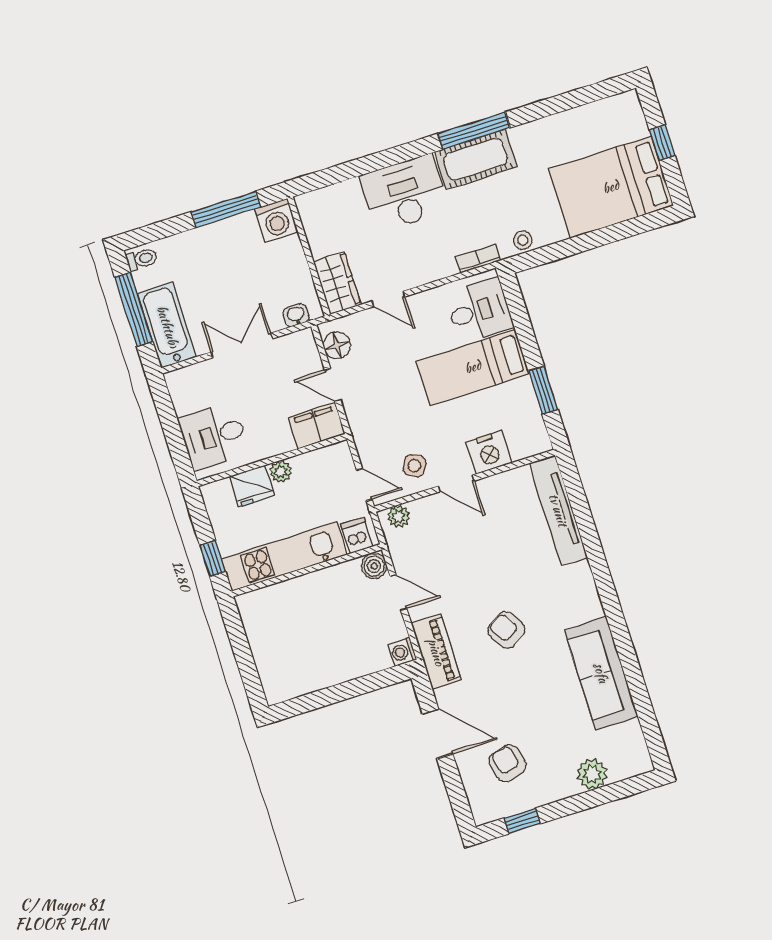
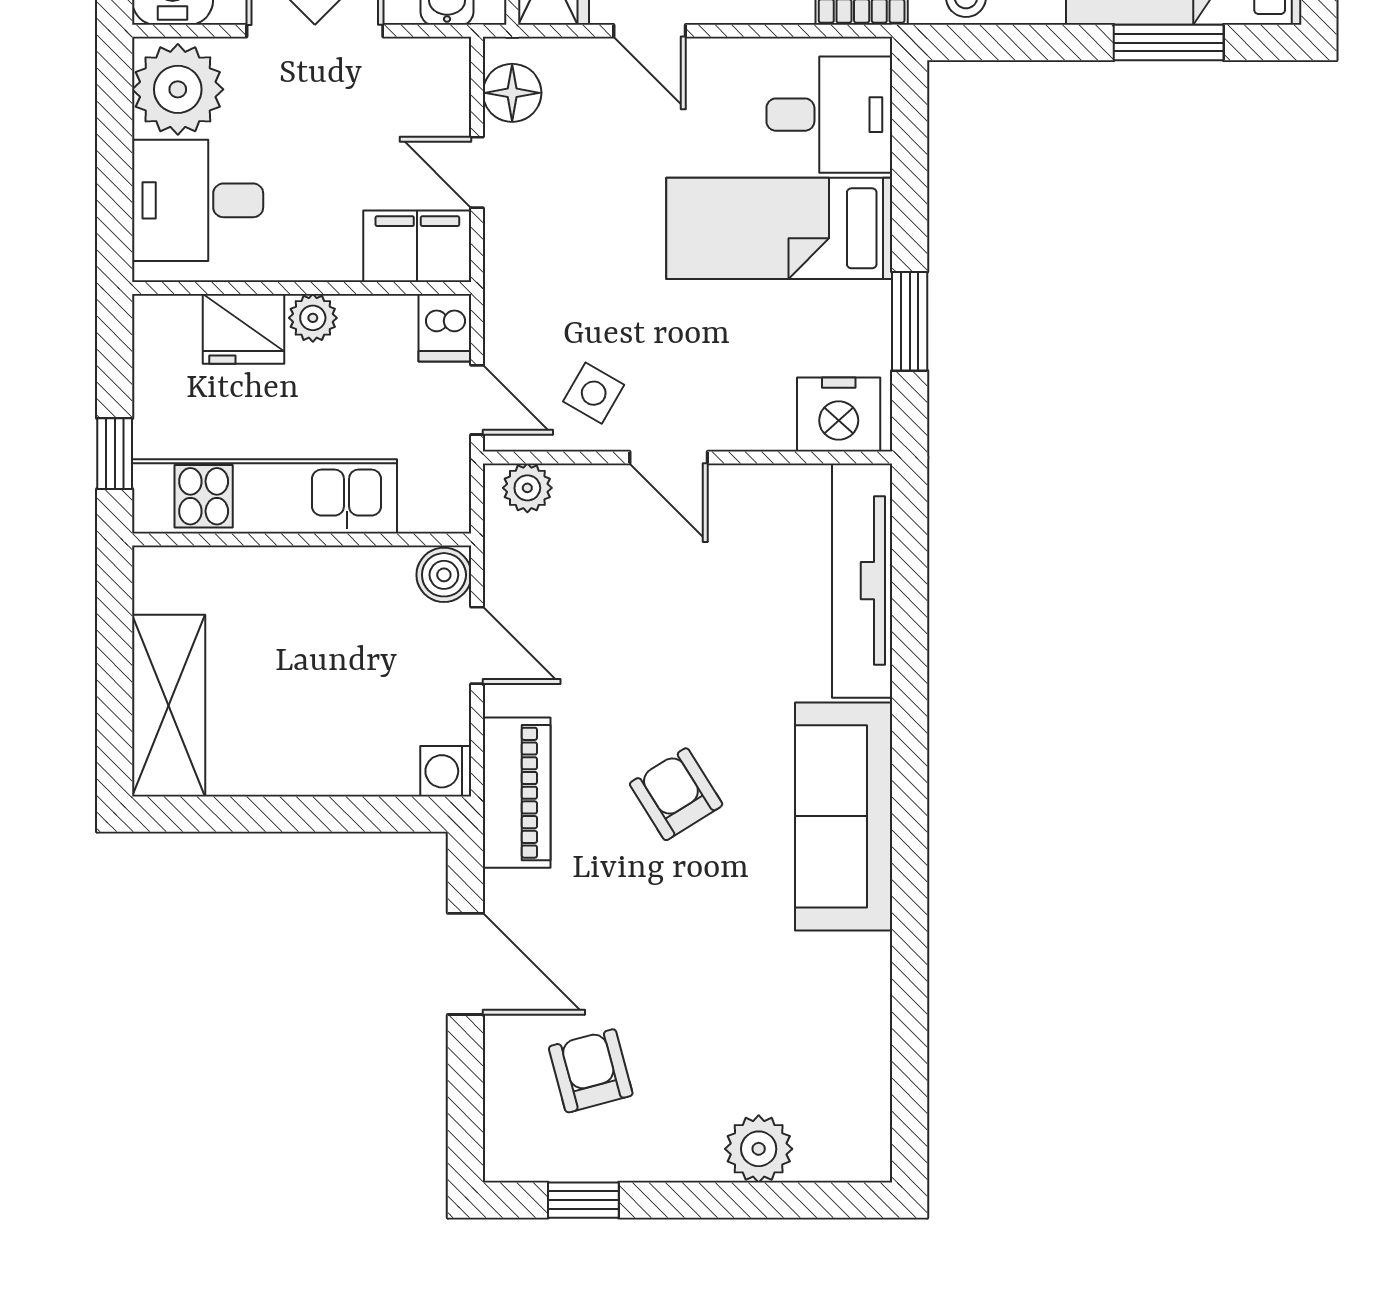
window: (618, 232) -> (1169, 43), added
plant: (190, 390) -> (178, 89), added
nightstand: (489, 452) -> (839, 415), moved
dishwasher: (356, 535) -> (445, 328), moved, turned 180
shelving: (271, 662) -> (169, 706), added
sofa: (601, 673) -> (844, 816), moved

